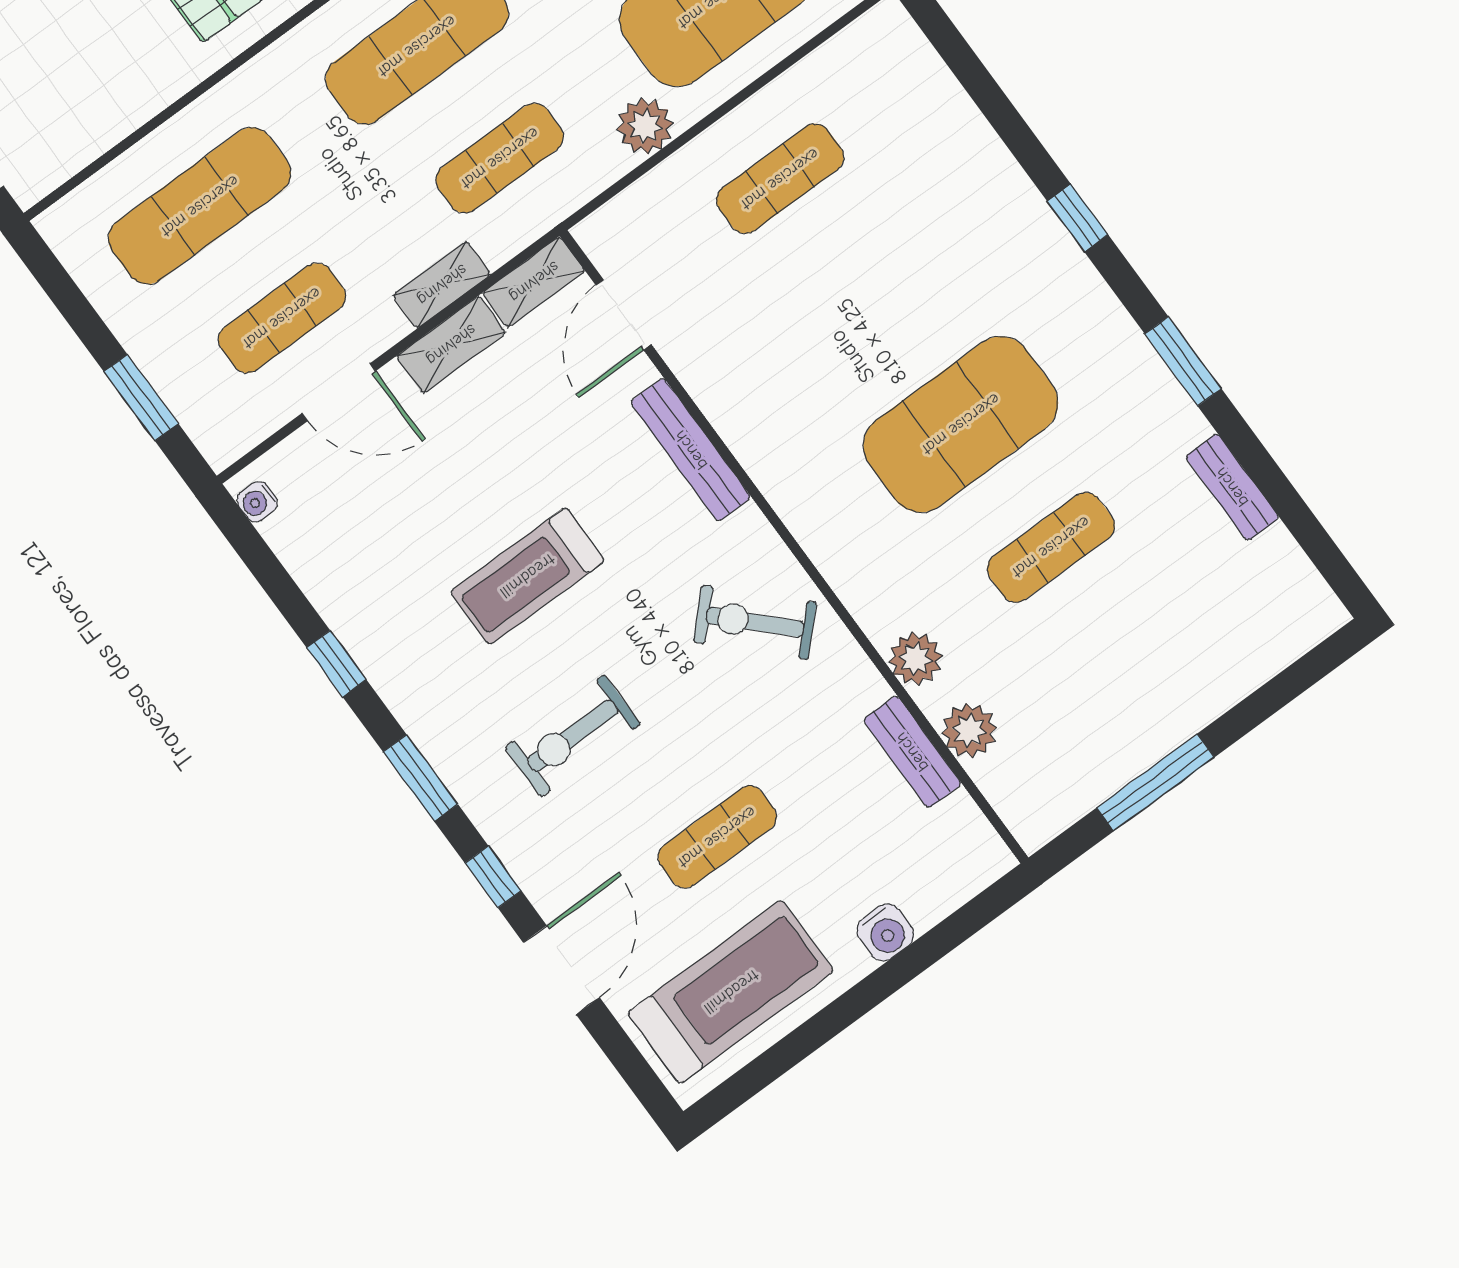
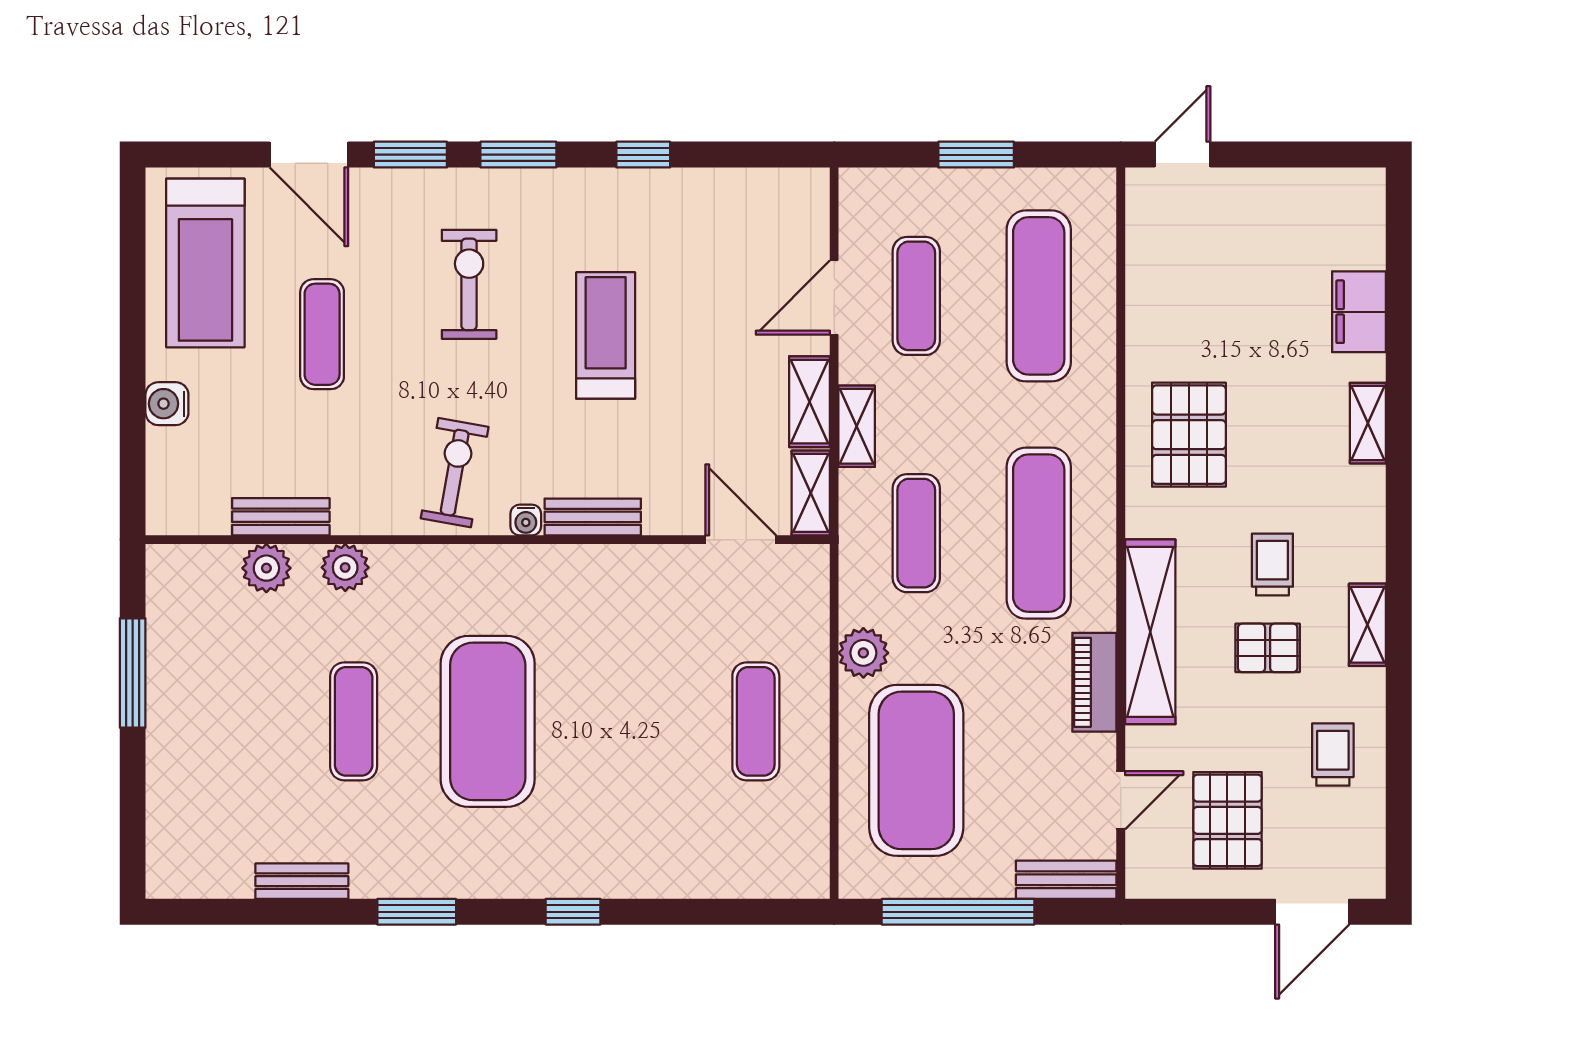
window: (141, 398) -> (976, 155), moved
bench: (691, 450) -> (593, 517), width x0.73
water cooler: (257, 502) -> (526, 520), moved, turned 180
exercise bike: (755, 622) -> (455, 473), turned -35
window: (493, 877) -> (410, 155), width x1.50

